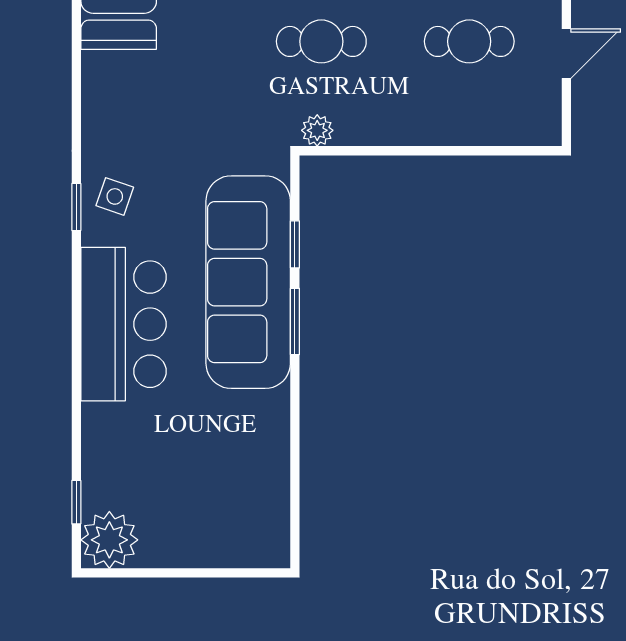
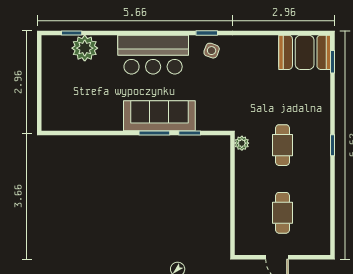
sofa: (248, 282) -> (159, 116), width x0.74, depth x0.79
plant: (109, 540) -> (85, 48), moved

